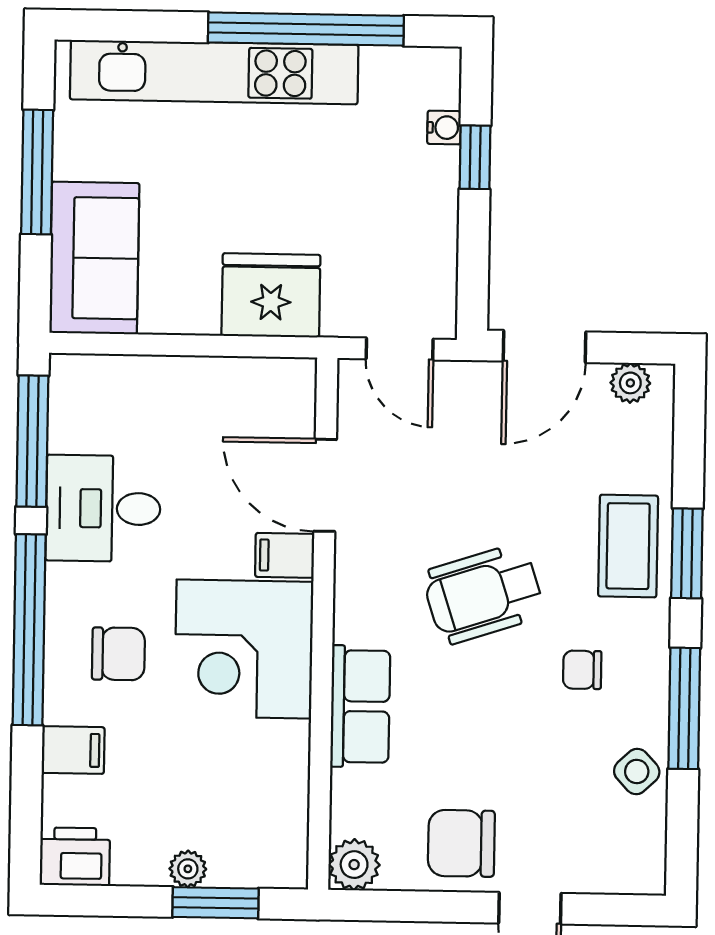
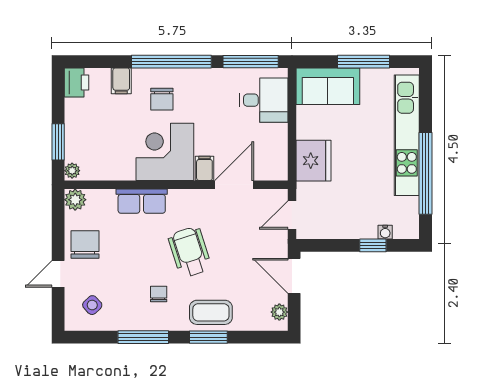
desk: (103, 508) -> (264, 100), moved, turned 90
side table: (637, 771) -> (92, 305), moved
plant: (188, 869) -> (72, 171), moved

